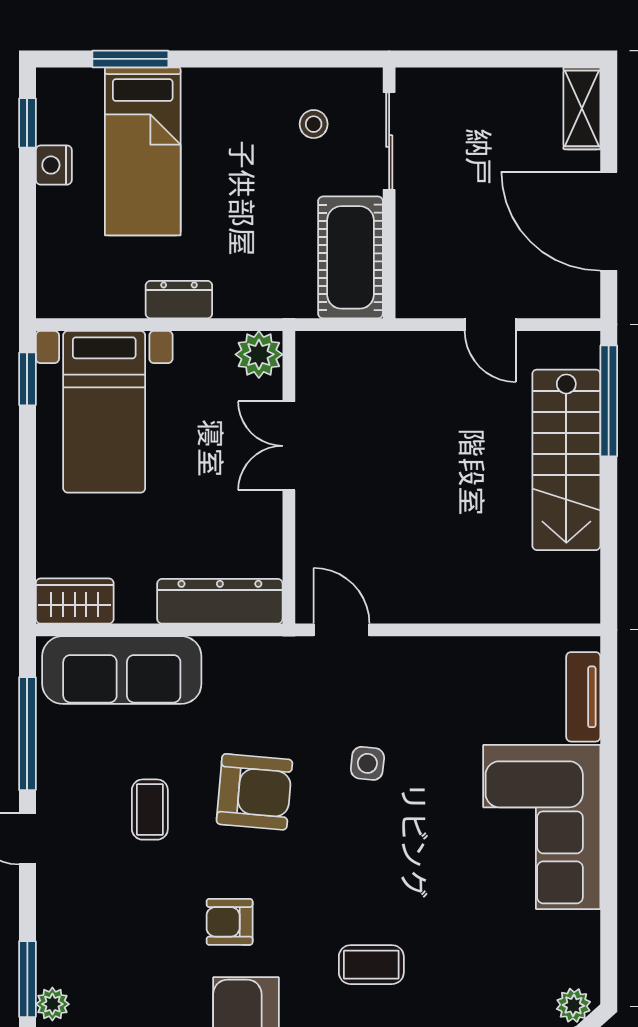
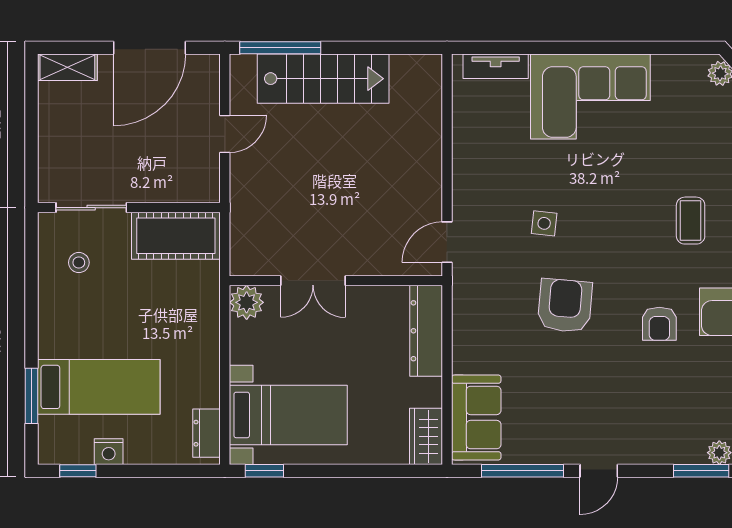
dresser: (179, 300) -> (207, 433), moved
sofa: (122, 670) -> (476, 417), width x0.73
coffee table: (150, 810) -> (578, 382), removed

